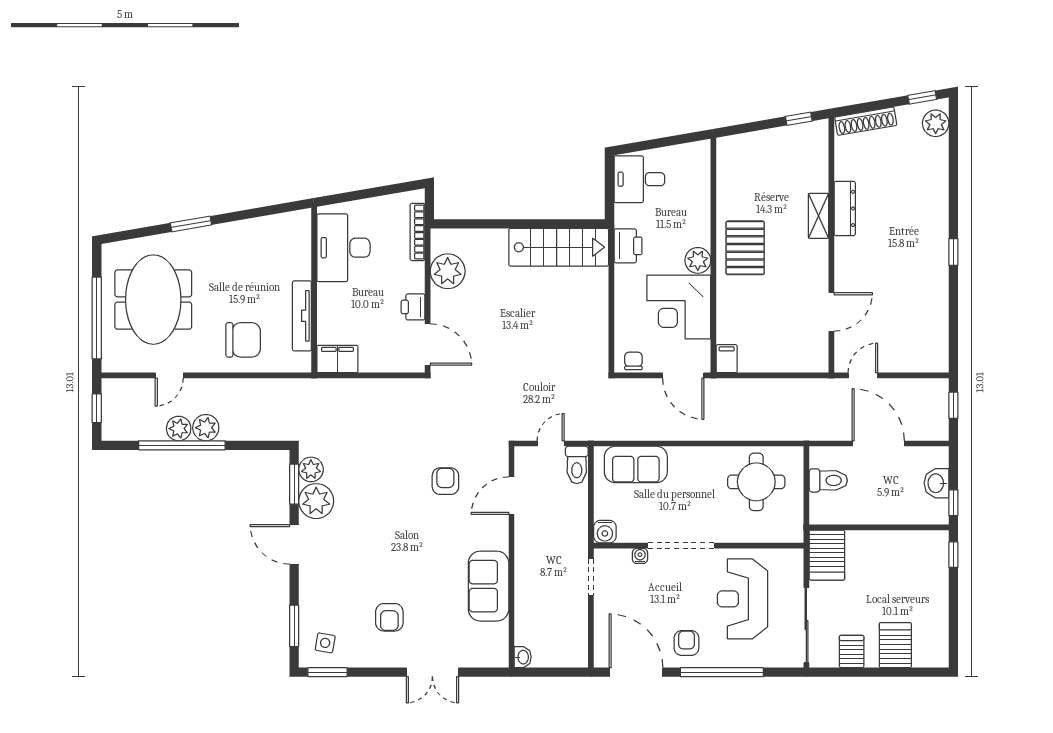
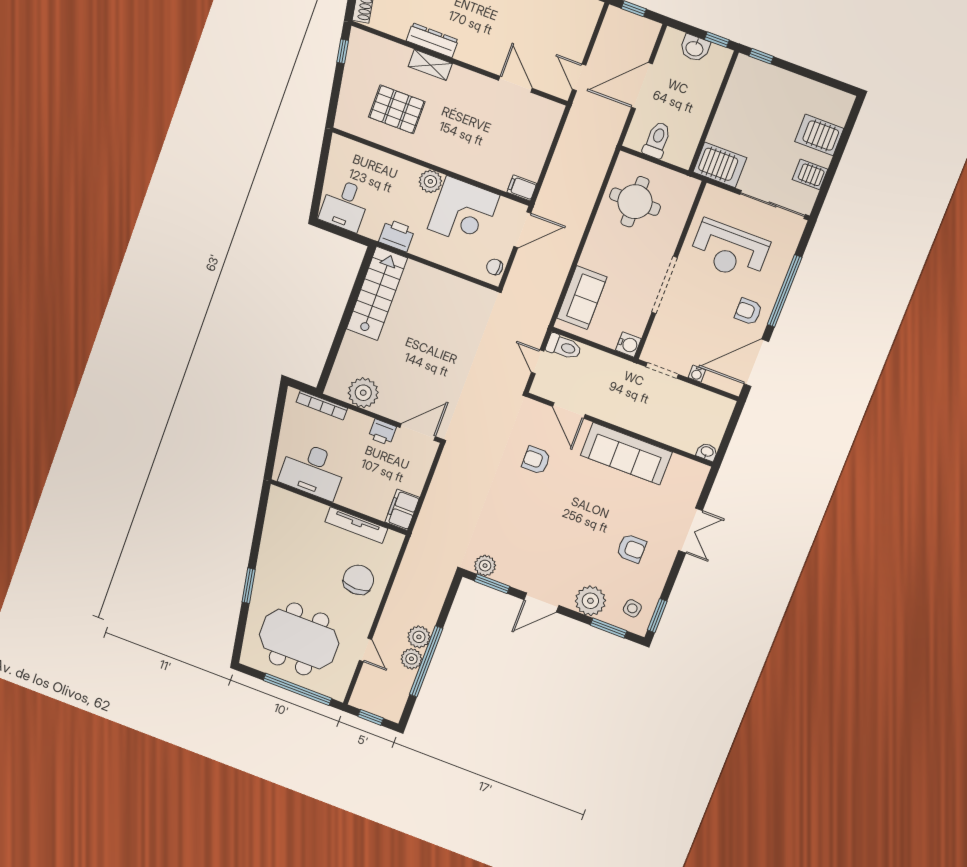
pallet: (745, 248) -> (397, 109), moved
plant: (316, 501) -> (590, 601), moved
water cooler: (640, 556) -> (697, 374), moved, turned -90
sofa: (489, 586) -> (626, 454), width x1.36

